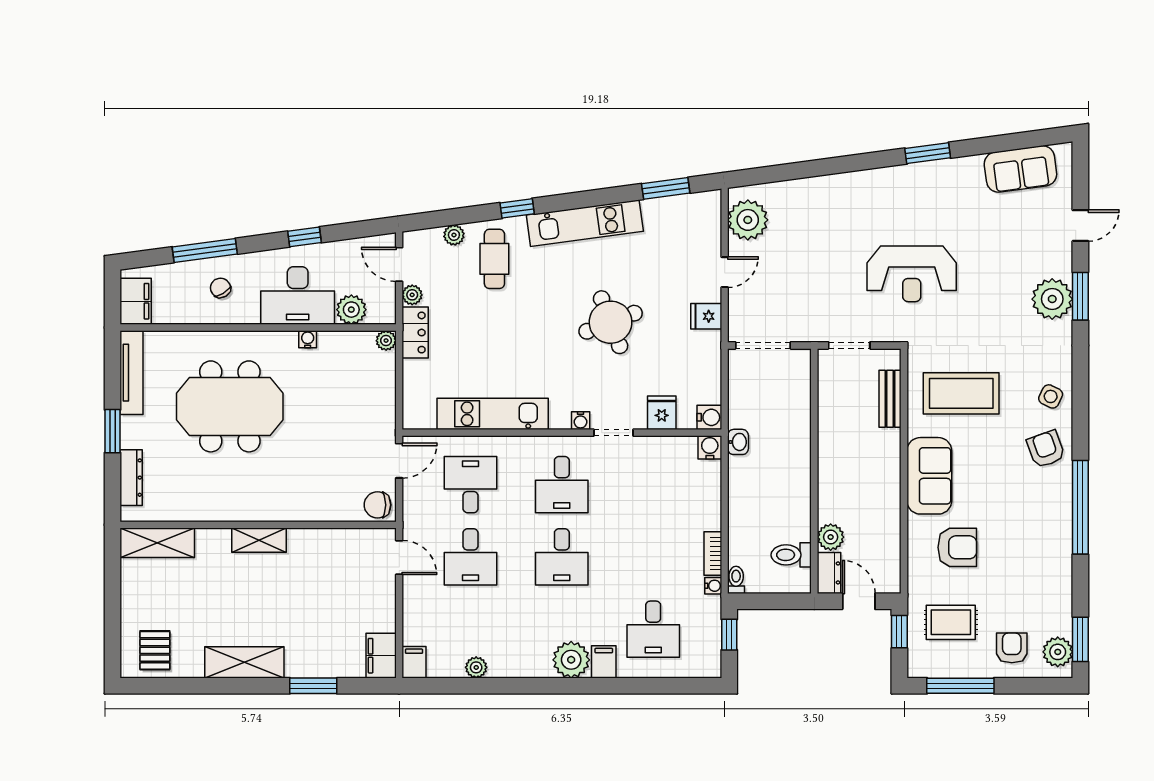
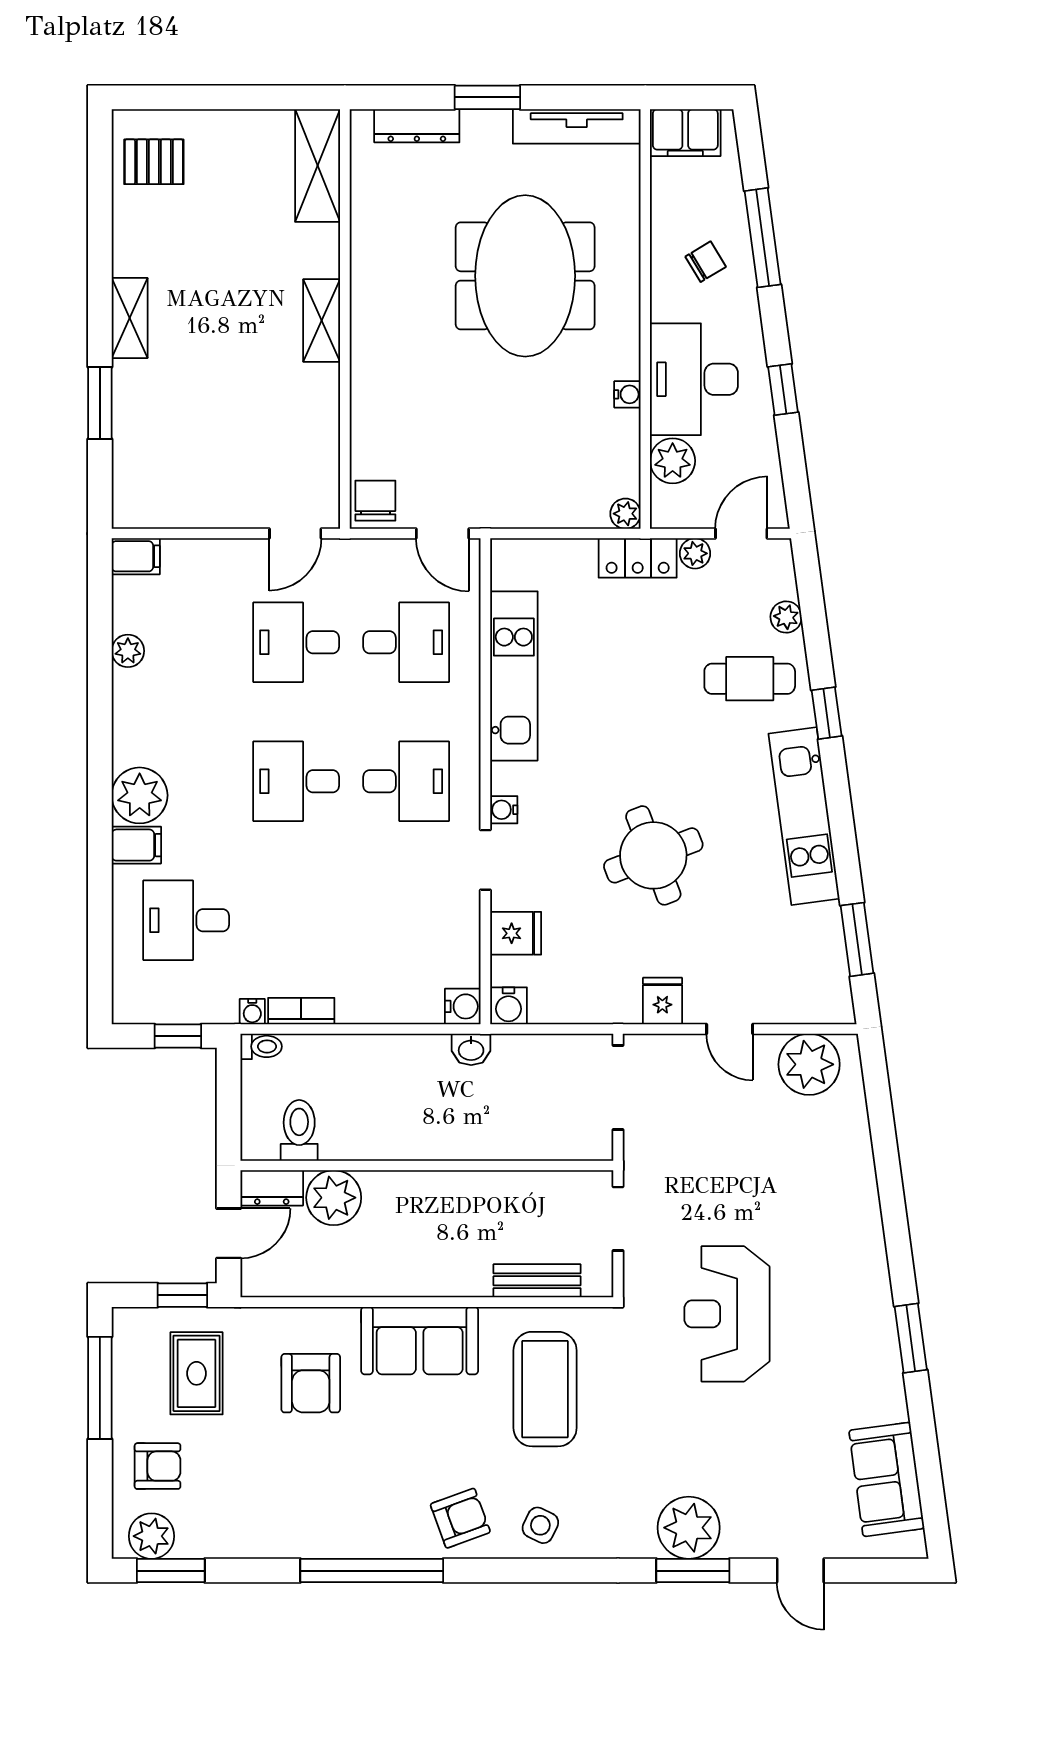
desk: (562, 485) -> (406, 781), turned 180
plant: (831, 537) -> (334, 1198), width x1.36, depth x1.36
filing cabinet: (381, 656) -> (146, 506), removed
shelving: (244, 662) -> (130, 318), width x0.67, depth x0.75

